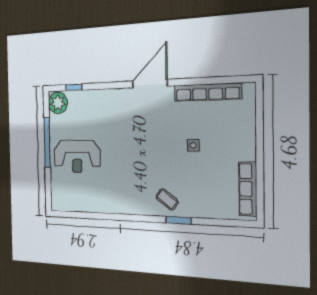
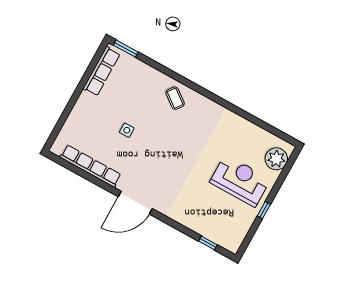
plant: (58, 103) -> (276, 159), moved
window: (47, 142) -> (264, 210), width x0.32
window: (178, 220) -> (126, 49), moved

